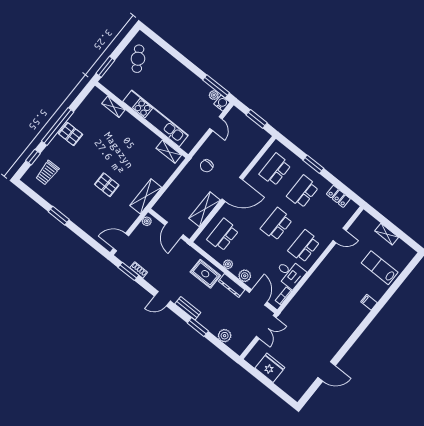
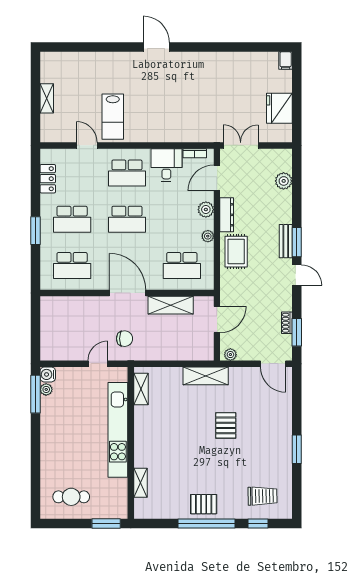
cafe table: (138, 59) -> (71, 497), turned 32
window: (257, 119) -> (35, 326), removed
door: (216, 124) -> (98, 364), moved
pallet: (71, 134) -> (204, 504), turned 90
lab bench: (380, 268) -> (113, 117), moved
filing cabinet: (369, 302) -> (286, 61), moved
window: (198, 327) -> (297, 242), moved
door: (327, 371) -> (156, 47), moved

